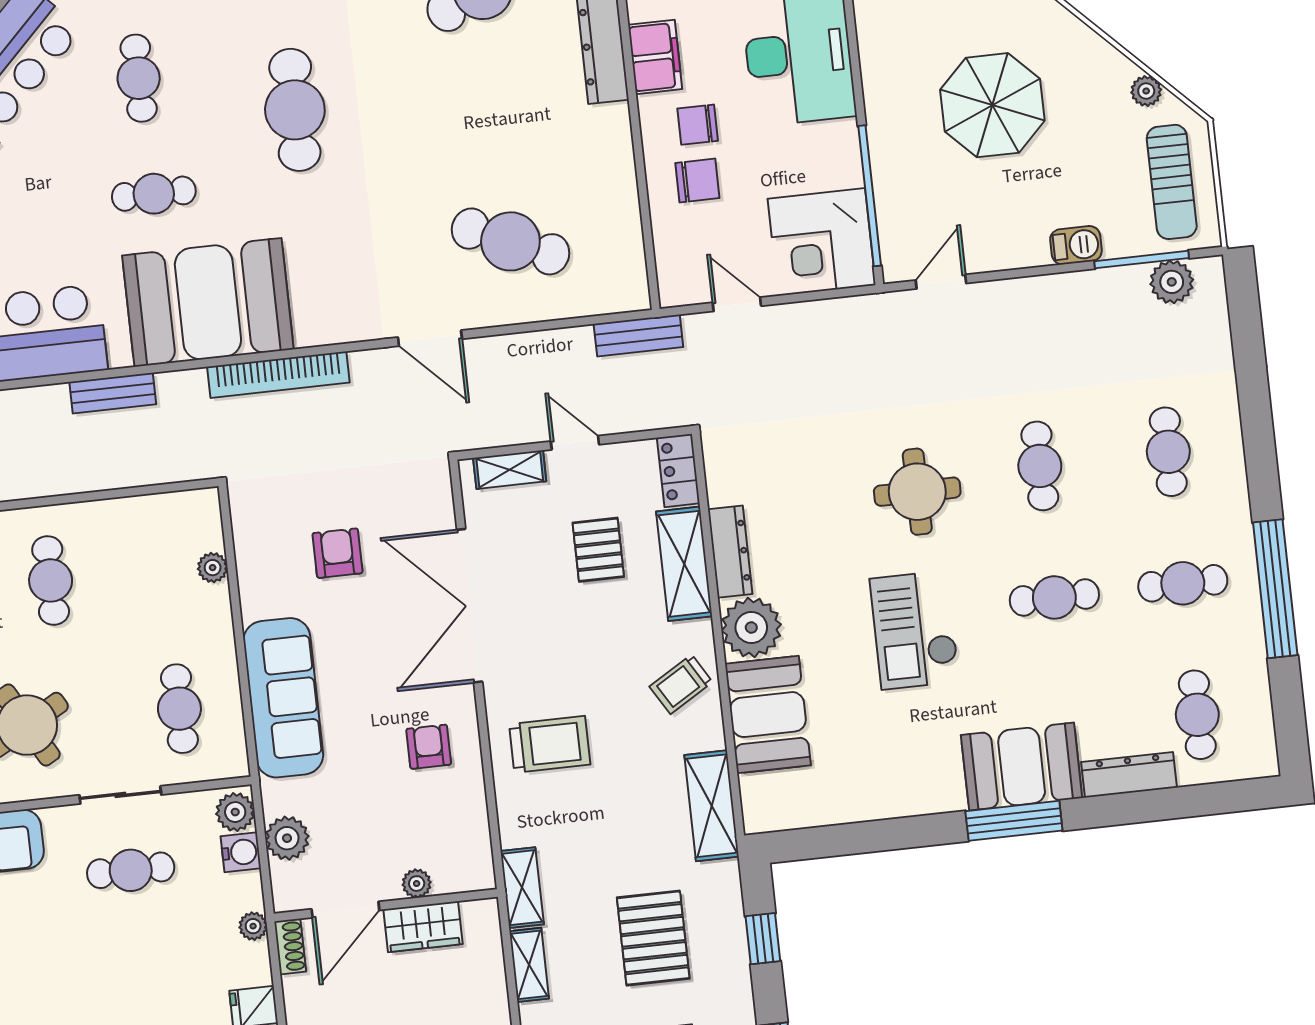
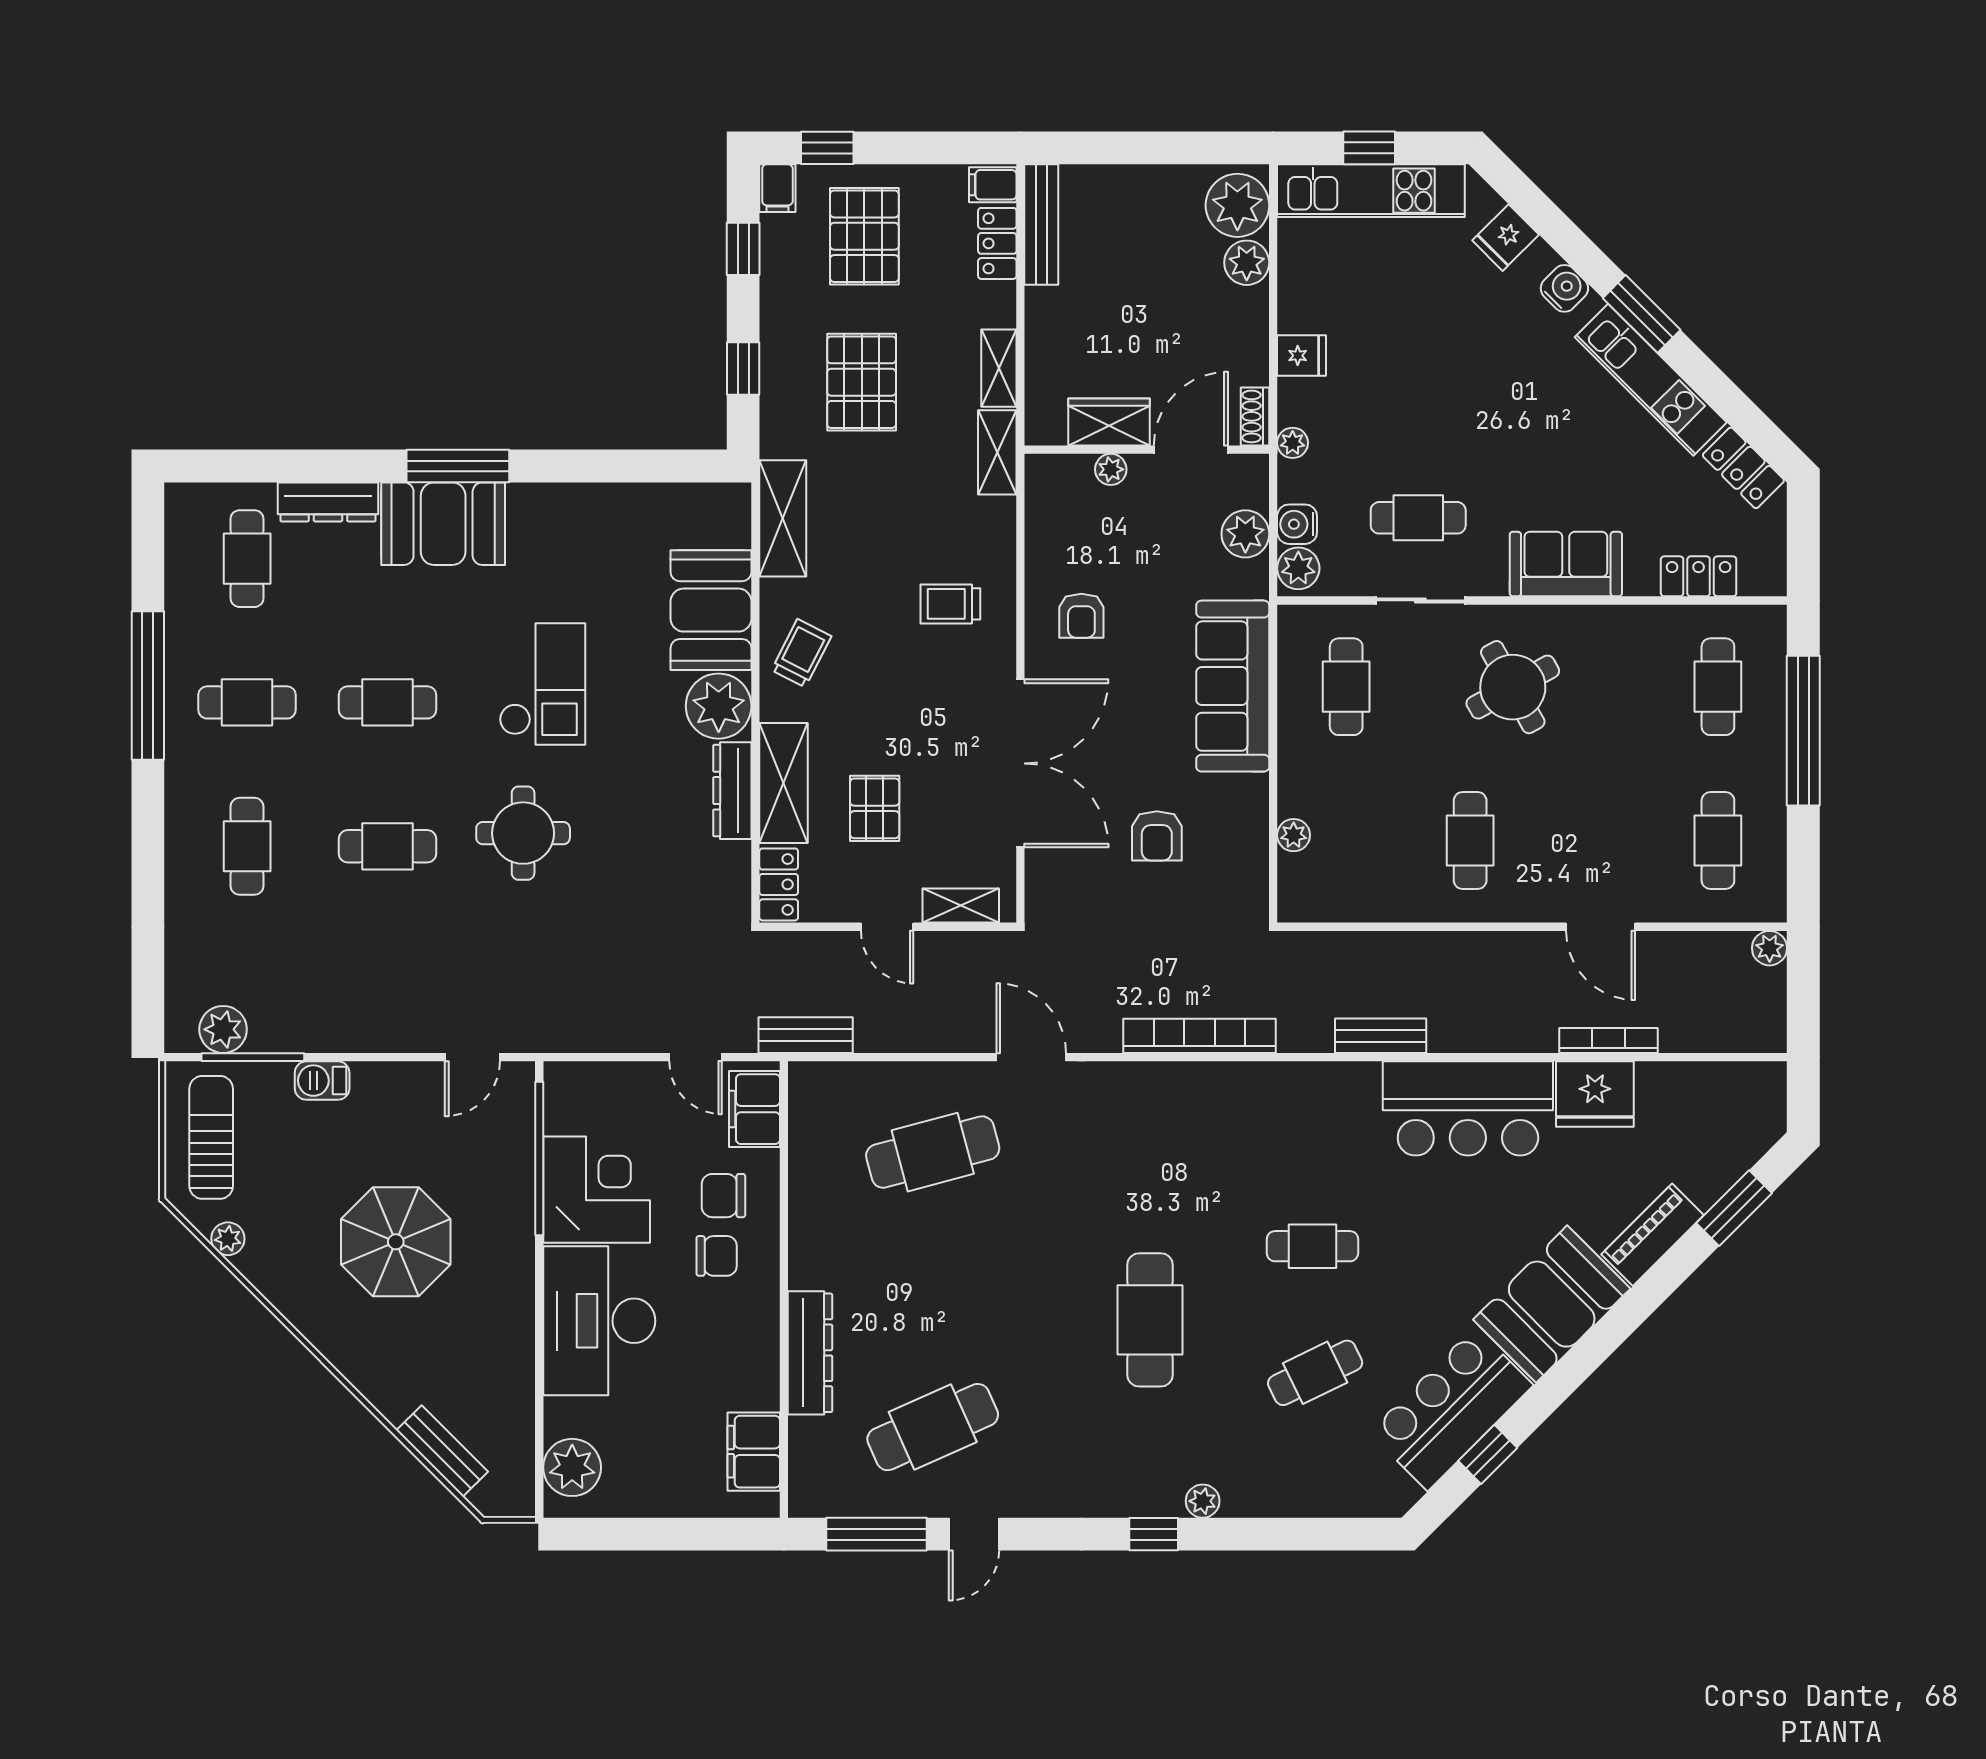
filing cabinet: (655, 57) -> (754, 1109), moved
cafe table: (139, 78) -> (1315, 1373), turned 64
cafe table: (510, 241) -> (933, 1152), turned -39
corner desk: (822, 242) -> (597, 1190), moved
booth: (208, 302) -> (1267, 1122), removed
cafe table: (1040, 466) -> (387, 846), turned 90
trolley: (681, 684) -> (801, 653), turned -32
trolley: (550, 744) -> (950, 604), width x0.73, depth x0.72

